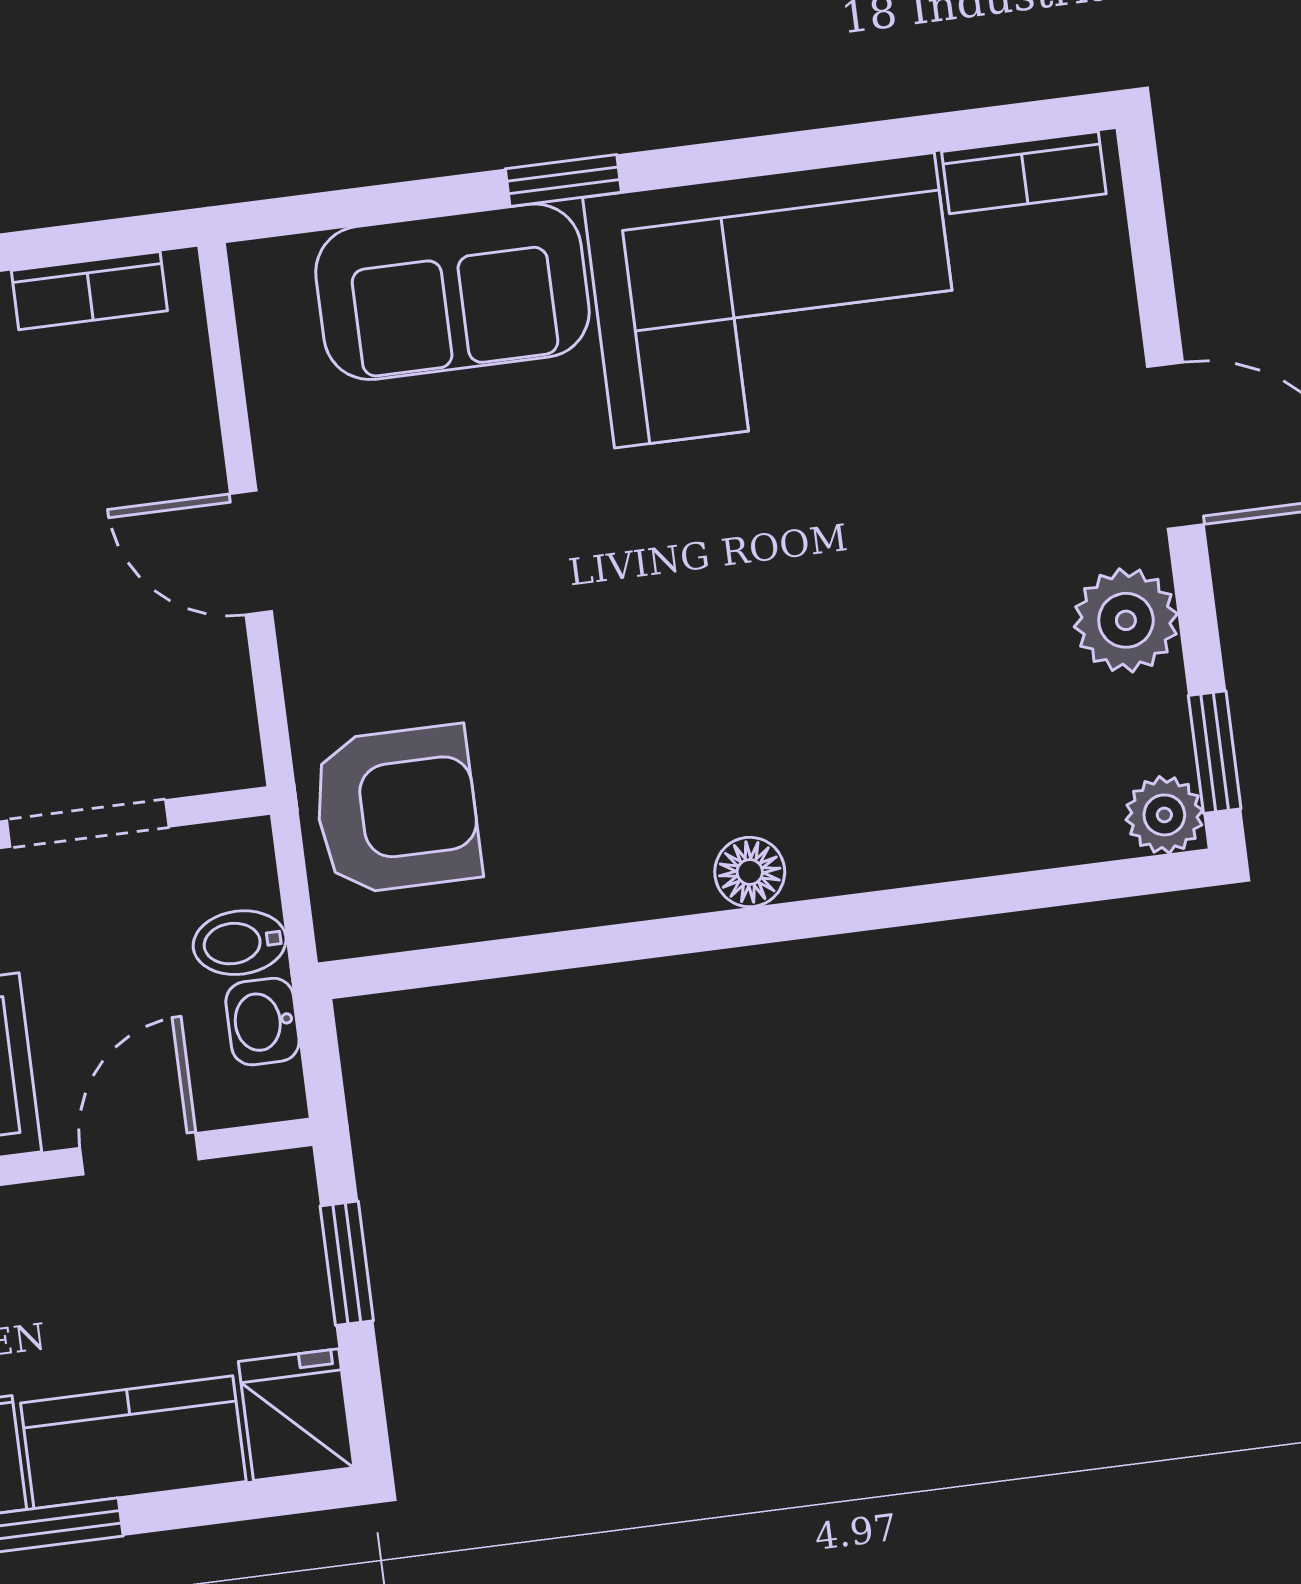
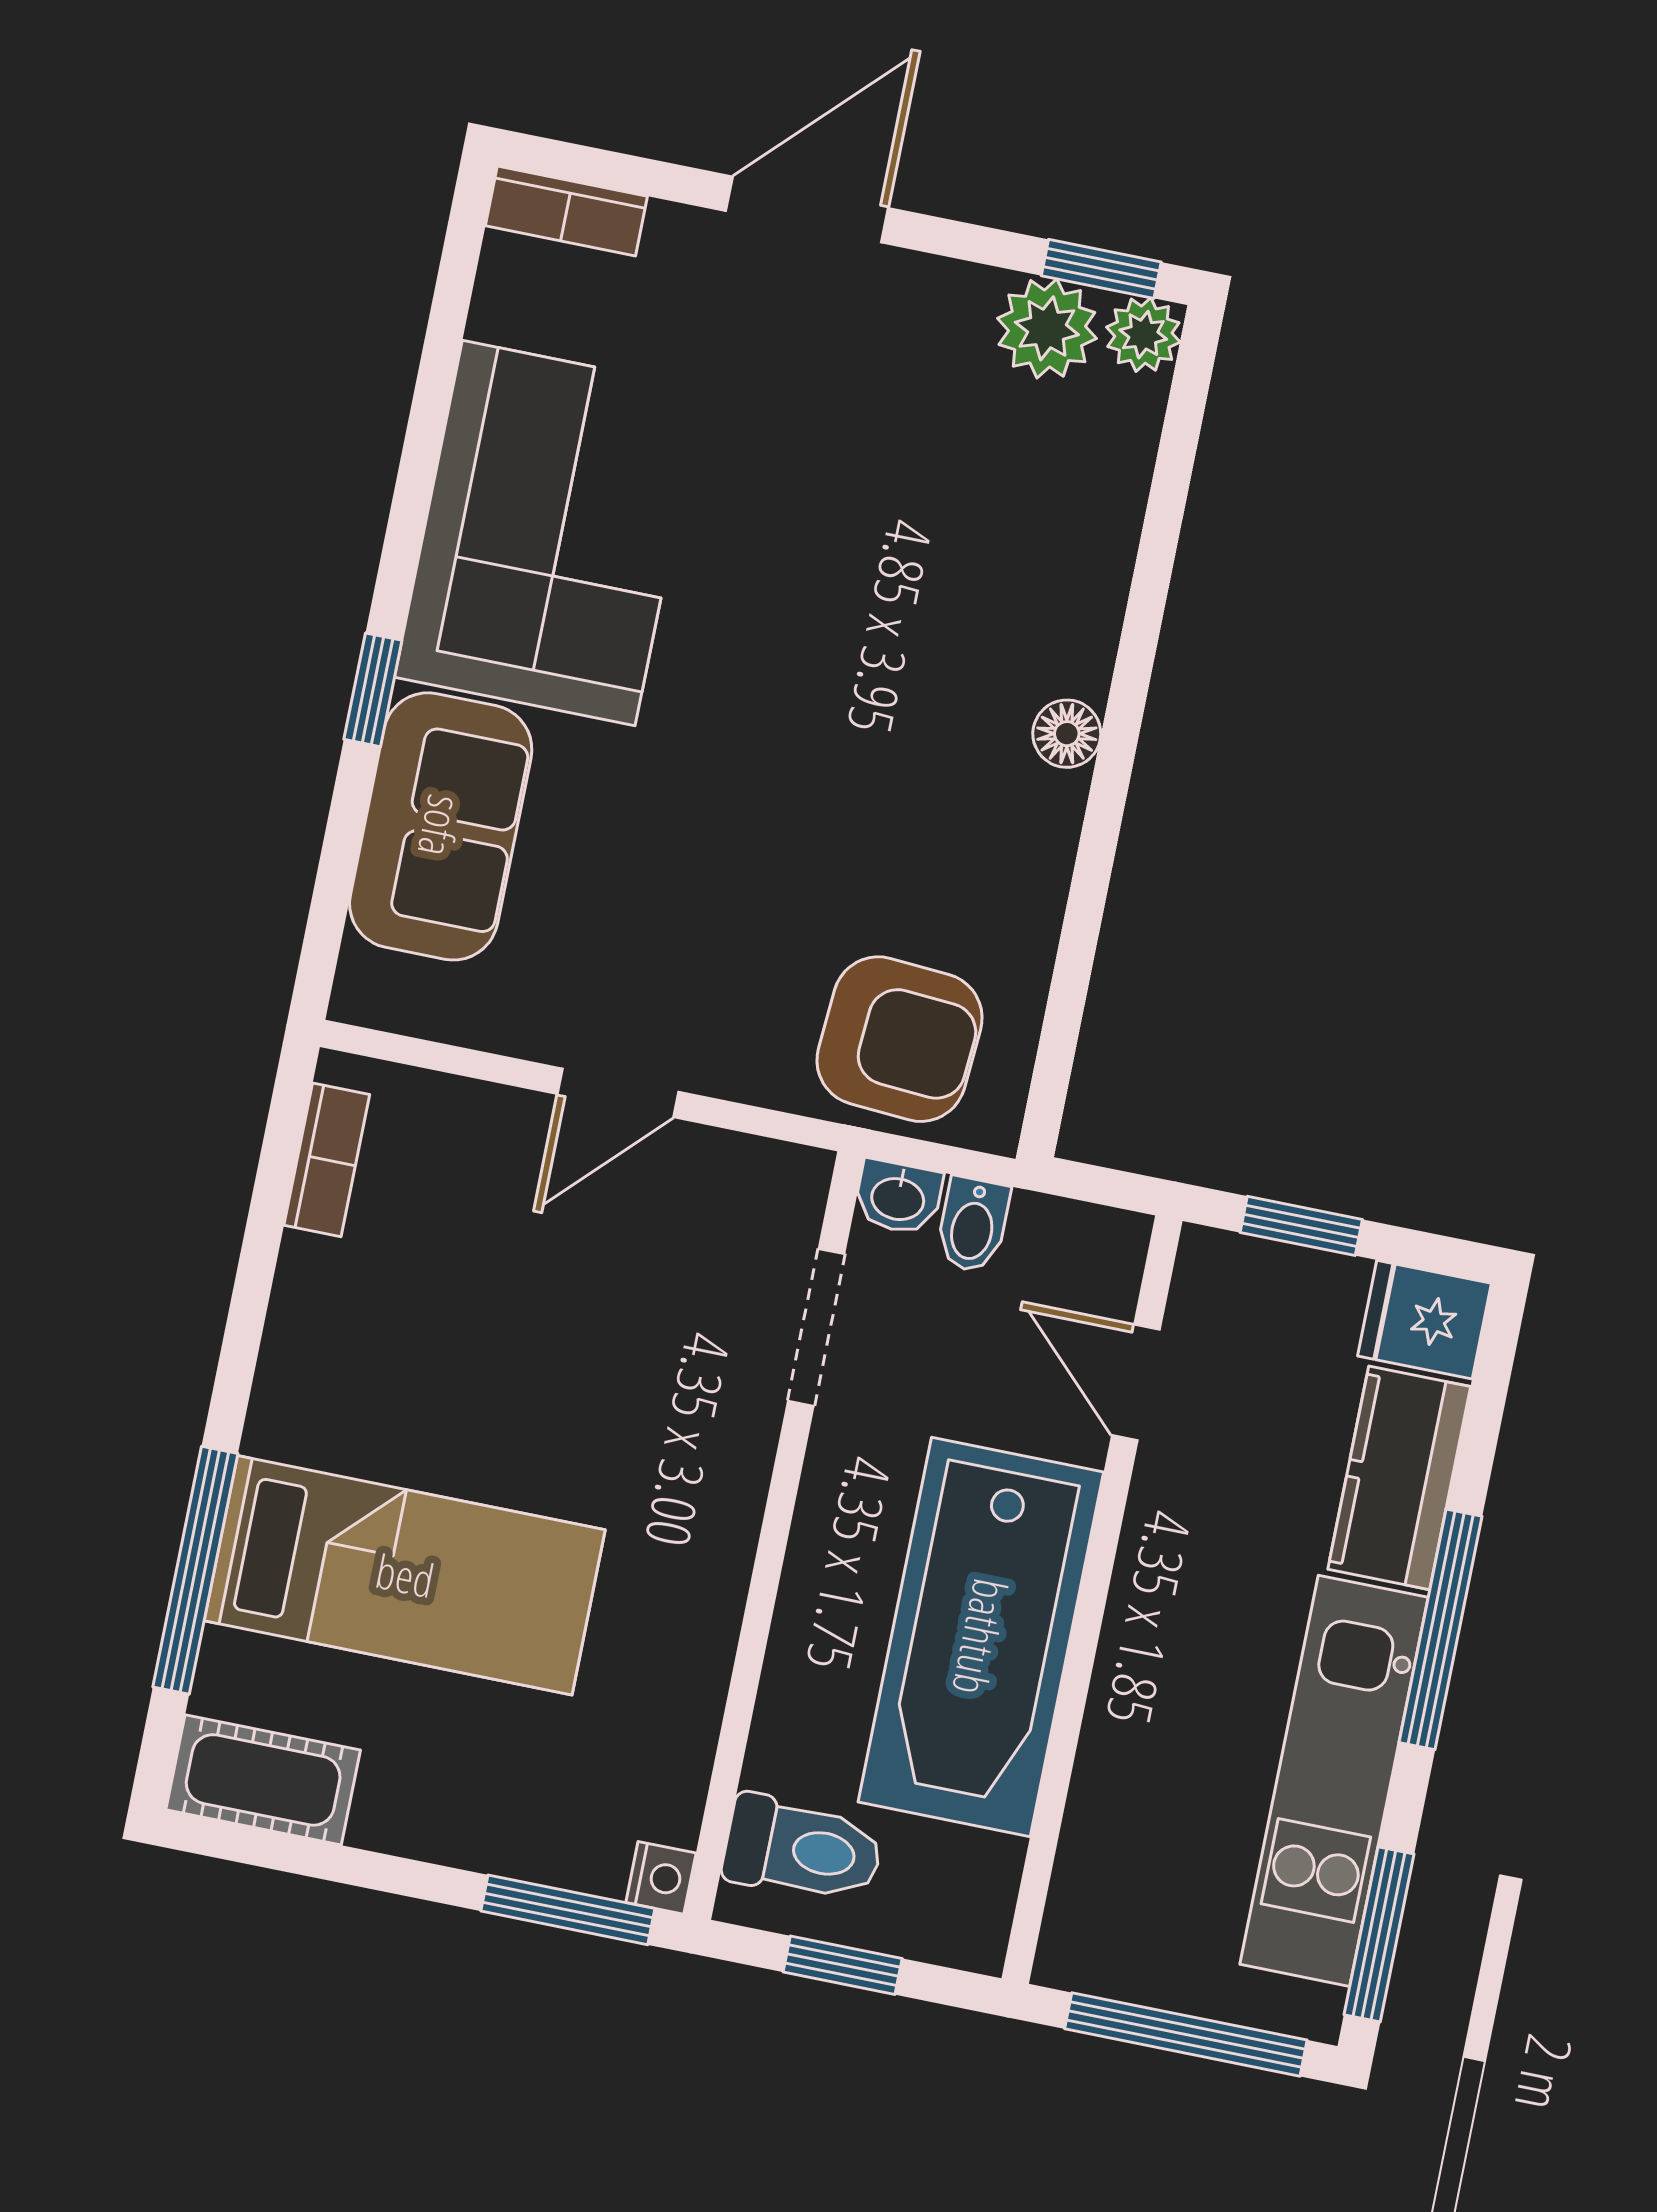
bookcase: (1024, 173) -> (566, 211), moved, turned 90
plant: (1126, 620) -> (1047, 328), moved
armchair: (396, 810) -> (899, 1039), turned 94
washbasin: (262, 1022) -> (898, 1197), moved

